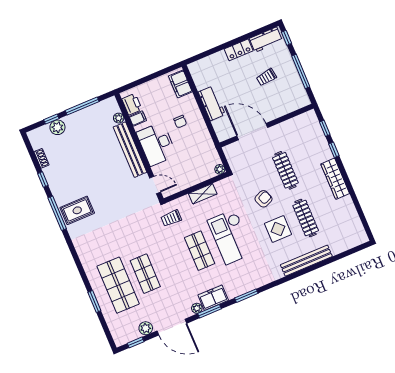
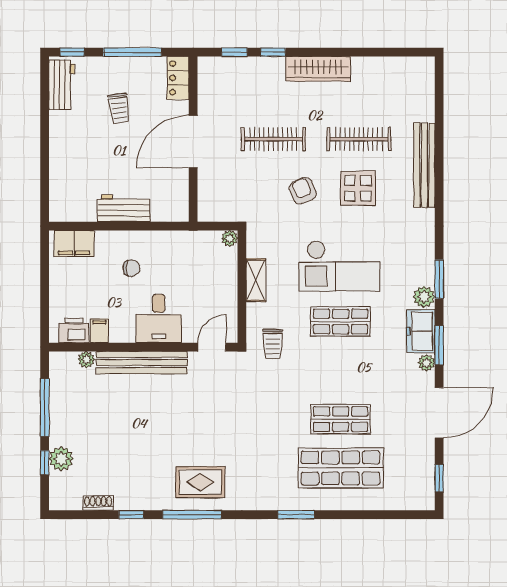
locker: (239, 50) -> (178, 78), moved, turned 180
door: (252, 132) -> (193, 142), moved
desk: (157, 144) -> (159, 318), width x0.73
rug: (77, 210) -> (200, 482), turned 90
window: (94, 302) -> (296, 515), moved
plant: (146, 328) -> (424, 297), moved

